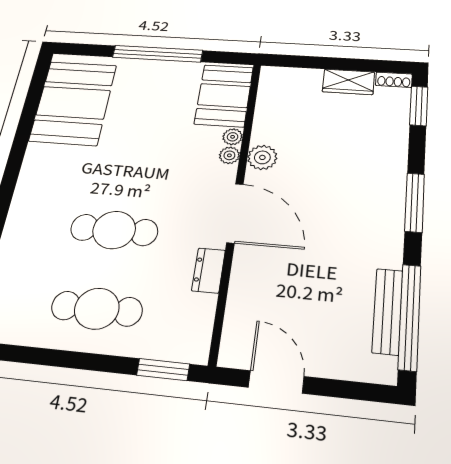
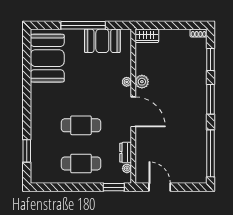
wardrobe: (348, 82) -> (147, 36), moved
booth: (224, 96) -> (102, 41), moved, turned 90
window: (419, 106) -> (211, 60), moved
plant: (233, 137) -> (127, 168), moved
dresser: (208, 270) -> (126, 153), moved
bench: (388, 311) -> (202, 152), removed

